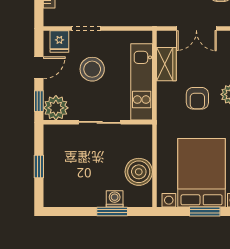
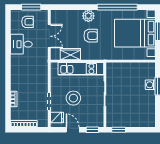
plant: (56, 108) -> (96, 120), removed
window: (39, 166) -> (119, 130), moved
boiler: (139, 172) -> (134, 70), removed

